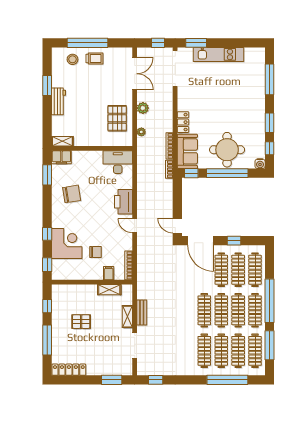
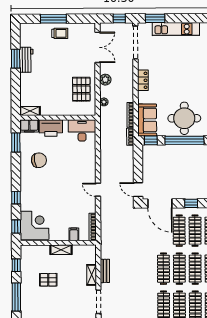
window: (88, 43) -> (53, 19), width x0.68
stool: (73, 59) -> (39, 34), removed
workbench: (58, 101) -> (26, 60), moved
locker: (183, 122) -> (143, 80), moved
printer: (124, 202) -> (51, 128), moved, turned -90
corner desk: (67, 244) -> (35, 225), moved
chair: (96, 252) -> (61, 214), removed
shelving: (109, 290) -> (61, 250), moved

